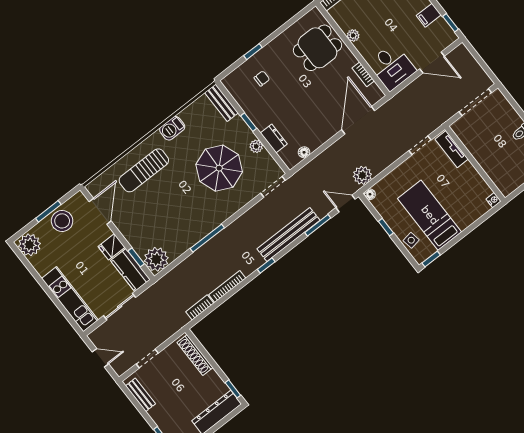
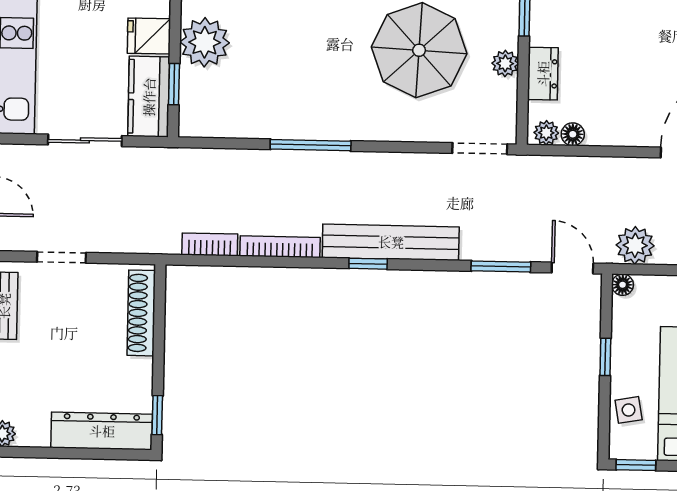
plant: (293, 160) -> (546, 133), added
bench: (288, 234) -> (391, 242), moved
plant: (156, 259) -> (205, 42), moved

